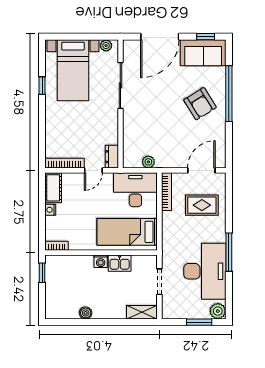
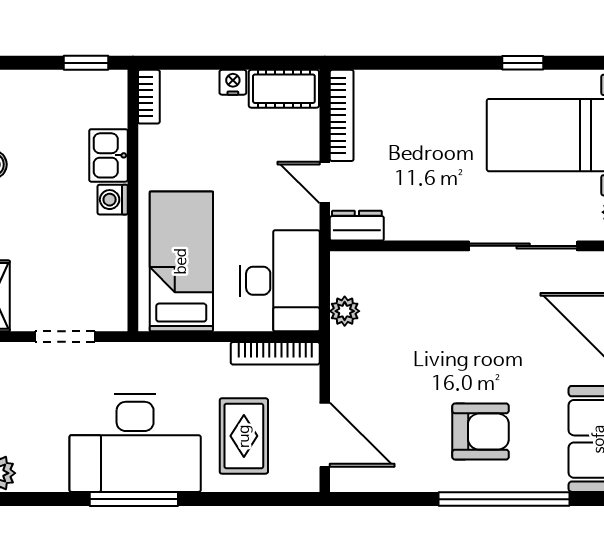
armchair: (200, 104) -> (481, 432), turned -148
kitchen sink: (120, 263) -> (108, 155), moved
desk: (205, 271) -> (135, 443), moved

